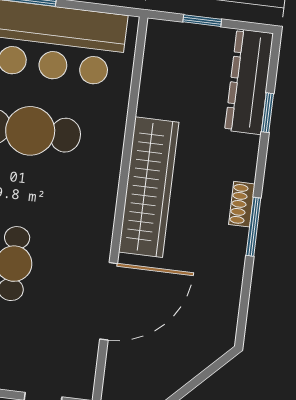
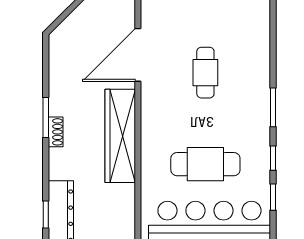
window: (267, 113) -> (46, 215), moved

